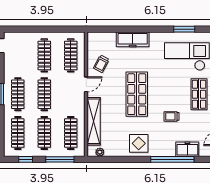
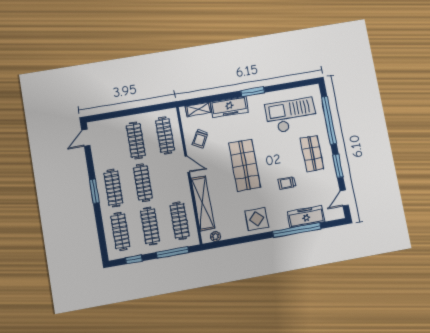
window: (184, 29) -> (253, 92), moved
shelving: (104, 37) -> (198, 109), added
door: (86, 84) -> (187, 164), hinge flipped
freezer: (187, 149) -> (306, 217), width x1.40

